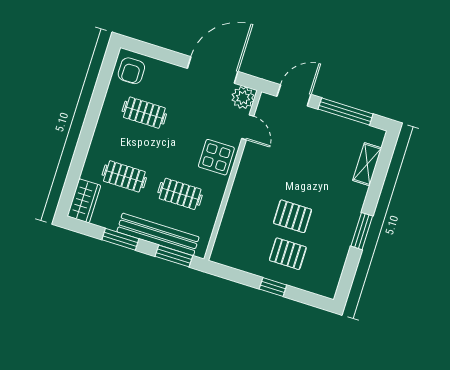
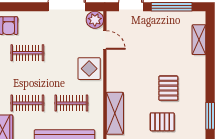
pallet: (293, 216) -> (168, 88), moved, turned 90
shelving: (231, 224) -> (115, 113), added
window: (362, 231) -> (210, 116), moved

